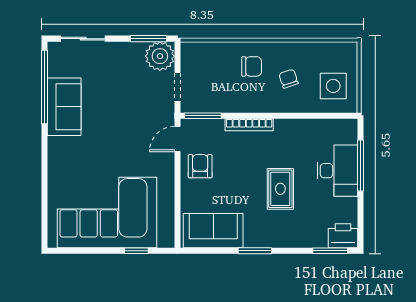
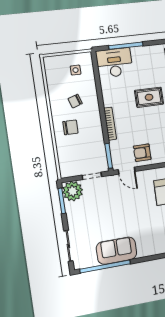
chair: (252, 66) -> (70, 127), turned 90
side table: (333, 86) -> (76, 70), width x0.54, depth x0.54
desk: (337, 171) -> (114, 63), moved

